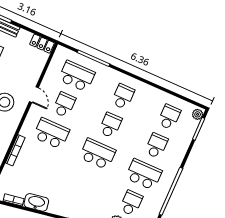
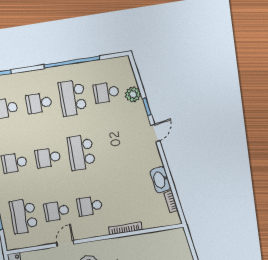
school desk: (51, 133) -> (90, 206), width x0.54

